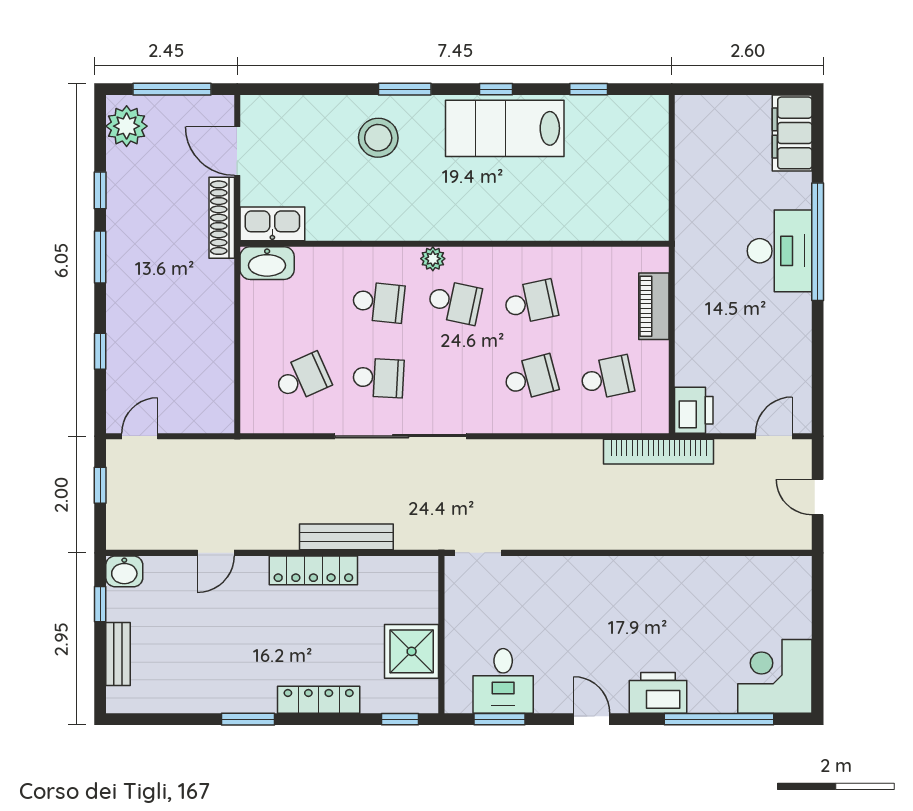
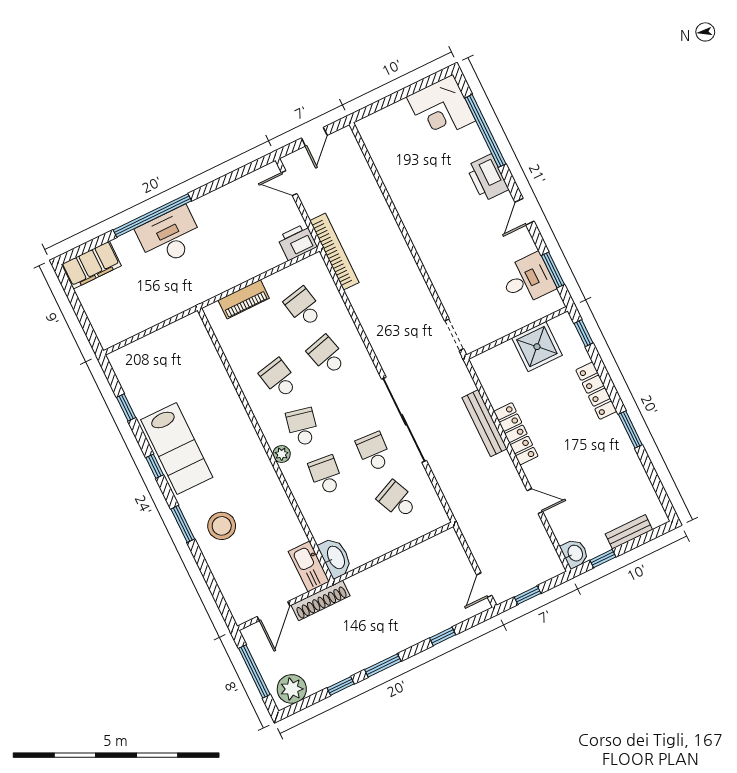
door: (140, 436) -> (484, 585), hinge flipped

